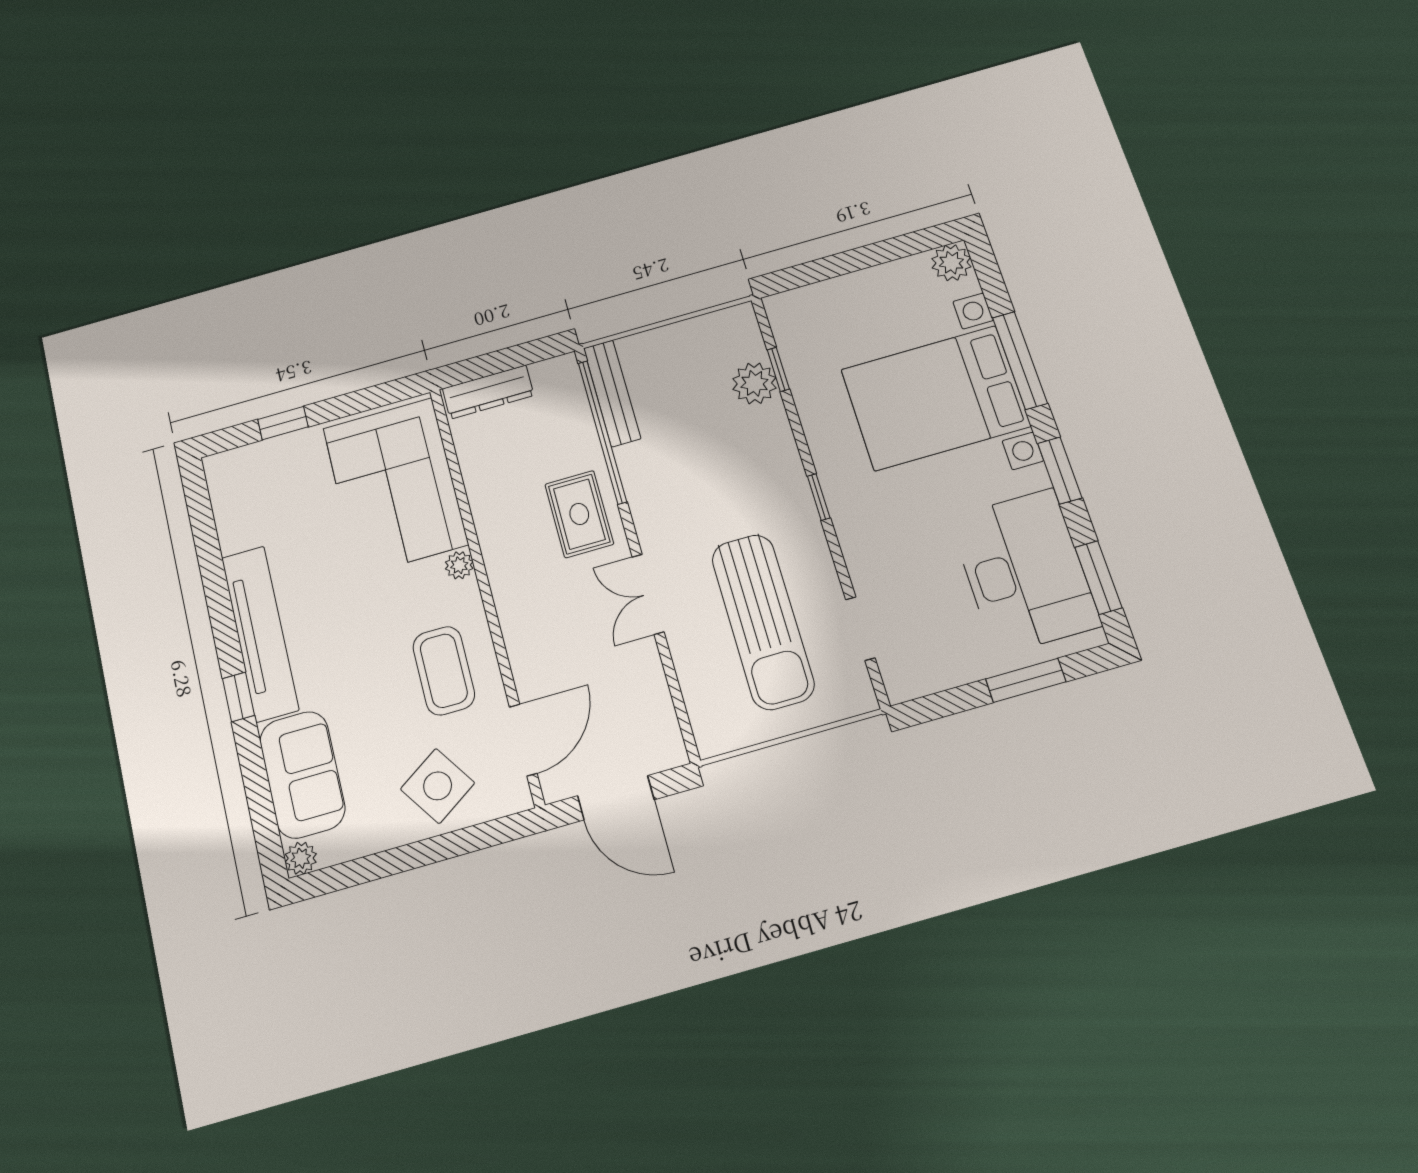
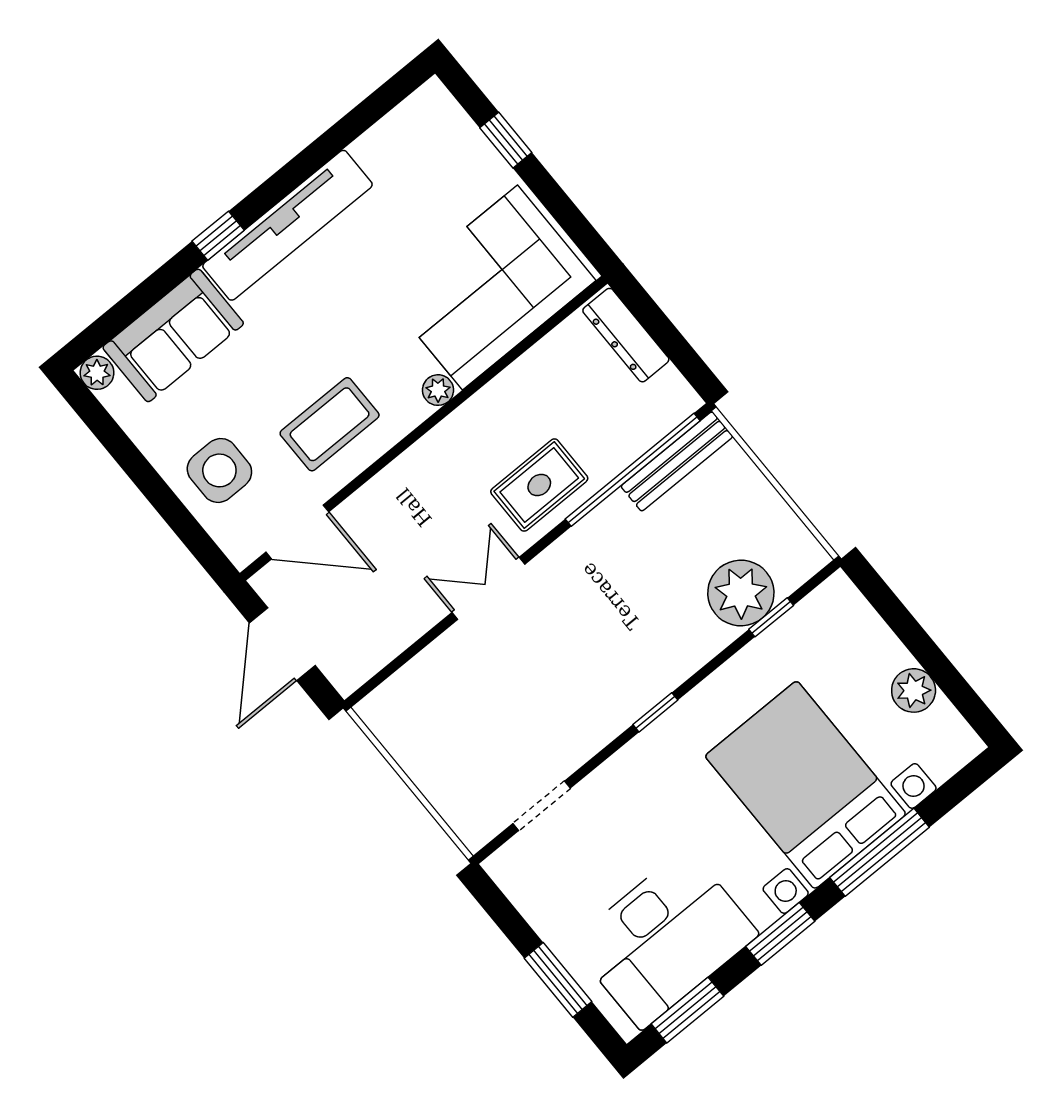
plant: (951, 263) -> (914, 690), moved
plant: (754, 383) -> (741, 593), width x1.36, depth x1.36
sun lounger: (763, 621) -> (509, 710), removed
side table: (438, 786) -> (219, 470), turned 34

